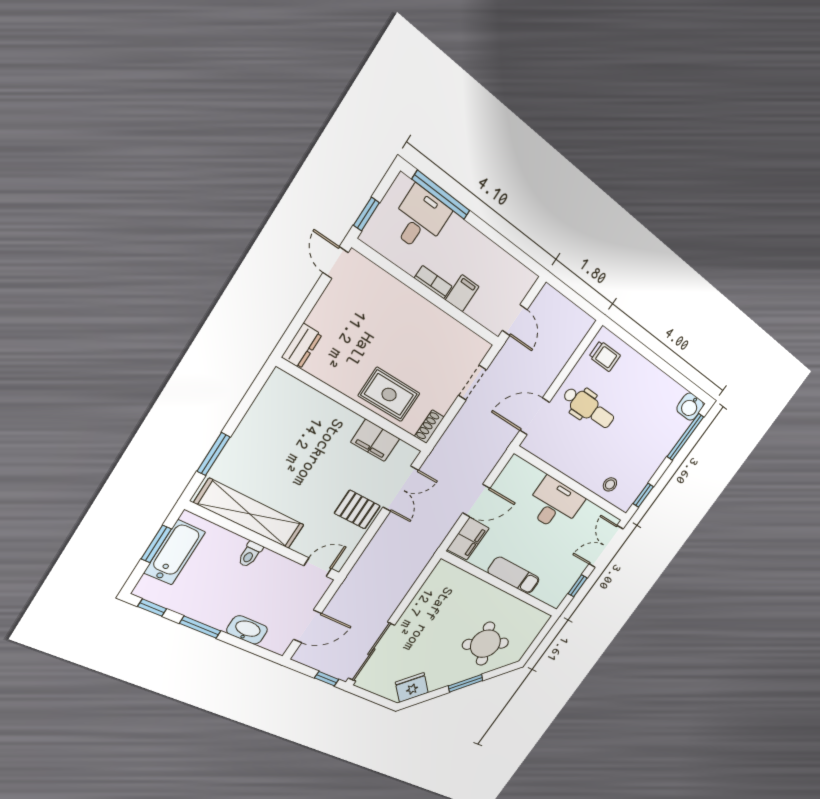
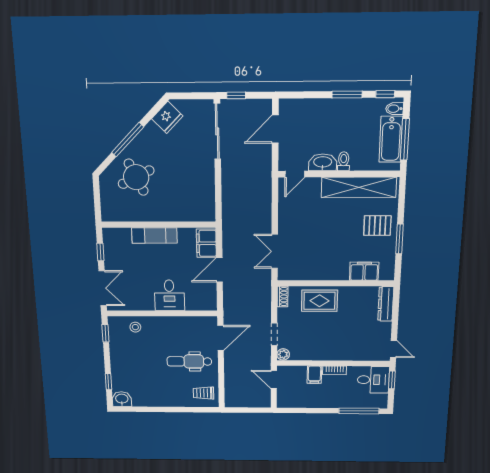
desk: (420, 219) -> (373, 380), moved, turned -90
dresser: (302, 346) -> (386, 304), width x1.44
plant: (480, 348) -> (283, 354), added
window: (685, 437) -> (108, 382), width x0.46
filing cabinet: (375, 440) -> (364, 271), moved
window: (213, 454) -> (399, 239), moved
desk: (554, 504) -> (169, 295), width x0.73
pallet: (357, 510) -> (377, 226), moved
window: (156, 544) -> (405, 139), width x1.44
bidet: (149, 586) -> (395, 109), added
washbasin: (247, 630) -> (323, 162), moved, turned 180
window: (466, 683) -> (128, 140), width x1.44

